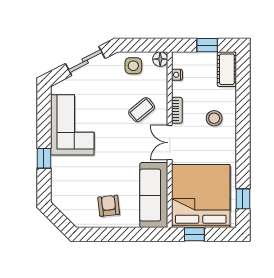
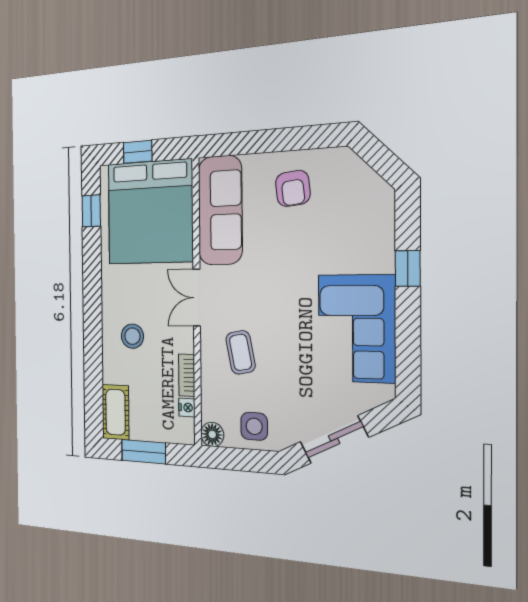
window: (207, 45) -> (144, 452), width x1.50
coffee table: (142, 110) -> (241, 352), turned -61
bookcase: (177, 110) -> (187, 375), moved
double door: (170, 143) -> (197, 298), swing flipped
window: (194, 234) -> (138, 152), moved

